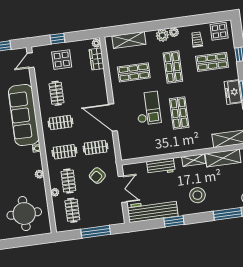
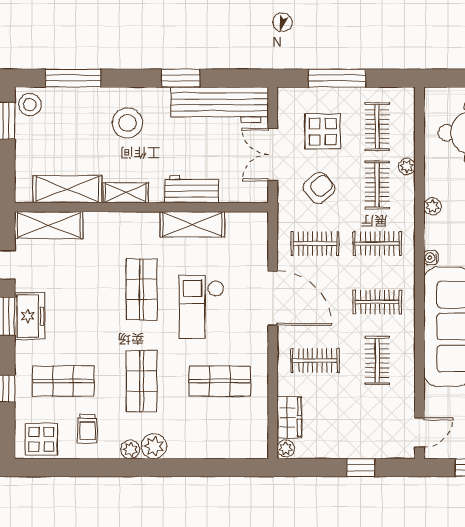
shelving: (129, 40) -> (192, 224), moved
display table: (62, 60) -> (323, 132), moved
clothes rail: (88, 89) -> (315, 361), added

